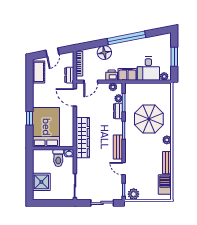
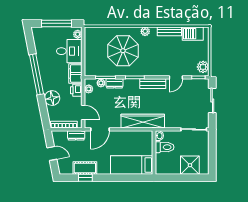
window: (174, 57) -> (57, 23), width x1.44
cot: (39, 72) -> (85, 168), moved
window: (30, 118) -> (85, 178), moved
bed: (46, 127) -> (132, 165), width x0.67

